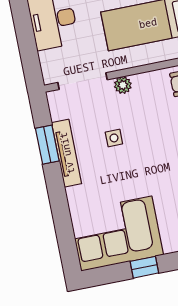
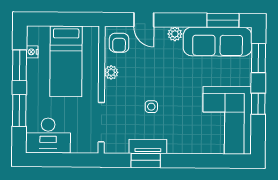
plant: (123, 85) -> (111, 72), moved
tv unit: (67, 153) -> (148, 146), width x0.71

